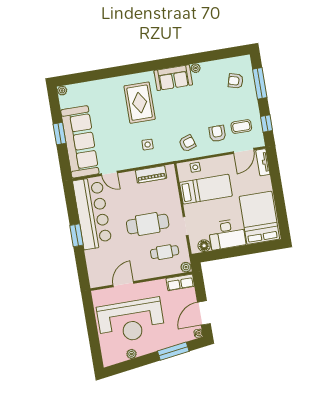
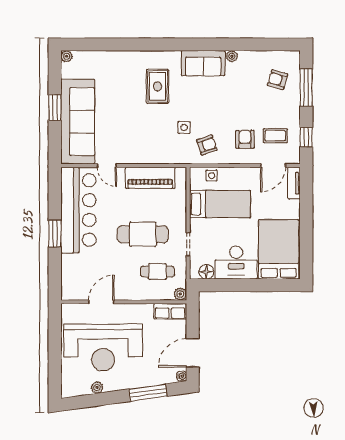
rug: (140, 103) -> (157, 86), width x0.73, depth x0.70
side table: (148, 145) -> (184, 127), moved
piano: (151, 174) -> (150, 178), width x1.37, depth x1.33

